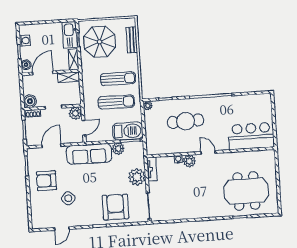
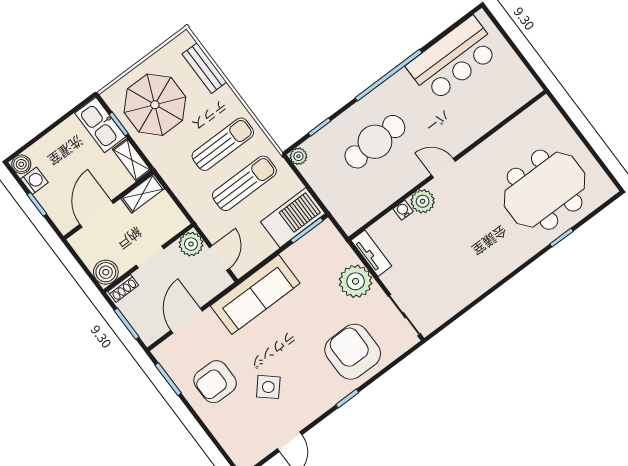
boiler: (26, 65) -> (21, 164), moved
bar counter: (251, 136) -> (453, 59), moved, turned 180
plant: (118, 149) -> (296, 256), removed

